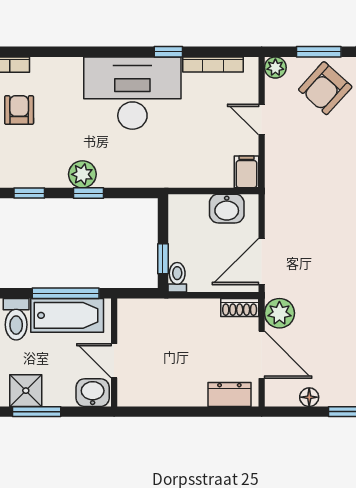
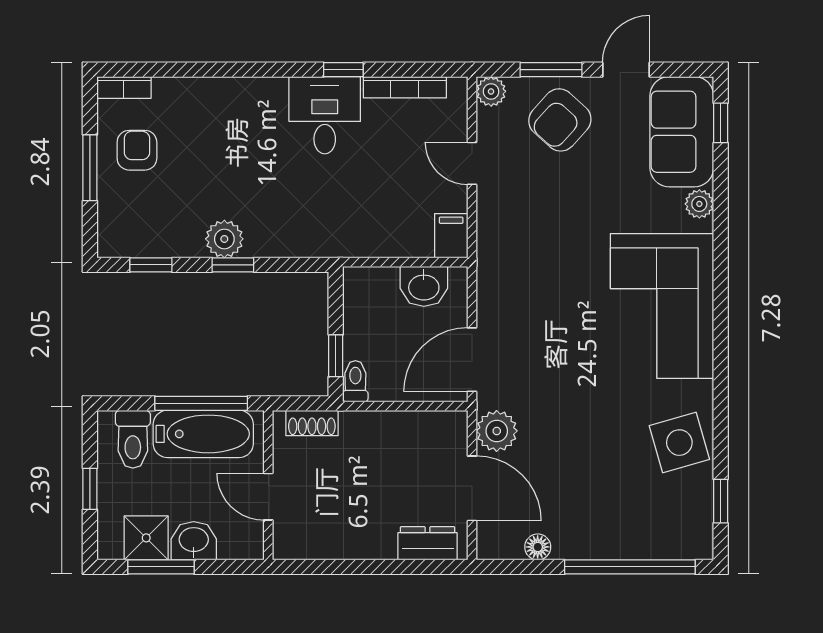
desk: (132, 93) -> (325, 115), width x0.53, depth x0.77
shoe rack: (240, 307) -> (312, 423), moved
washbasin: (93, 393) -> (194, 541), moved

